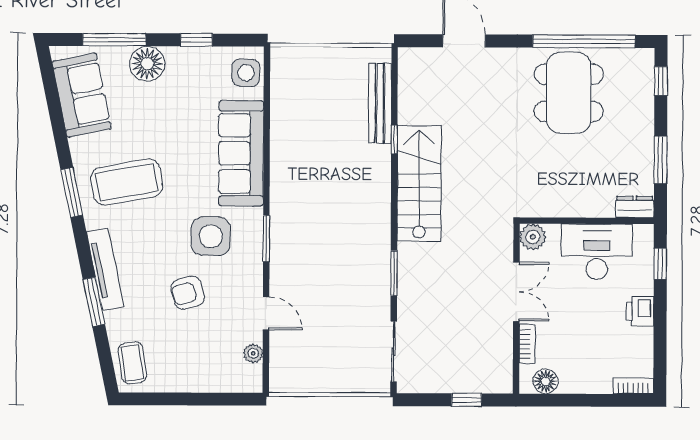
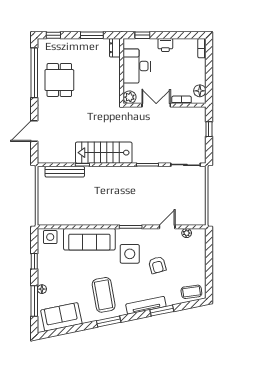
floor lamp: (147, 64) -> (42, 289), width x0.53, depth x0.53
dining table: (569, 93) -> (59, 80), width x0.73

